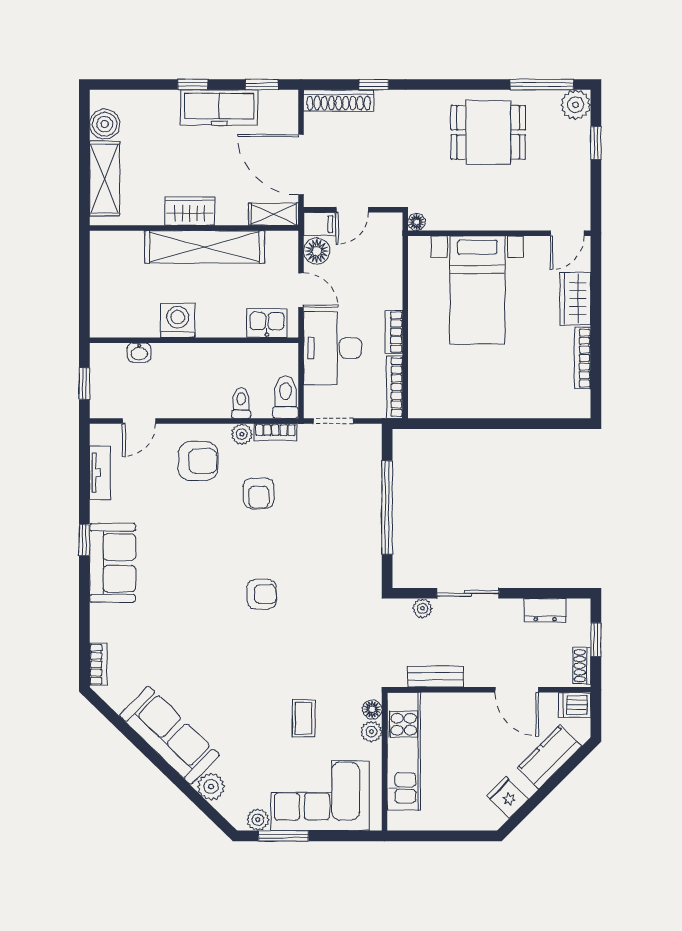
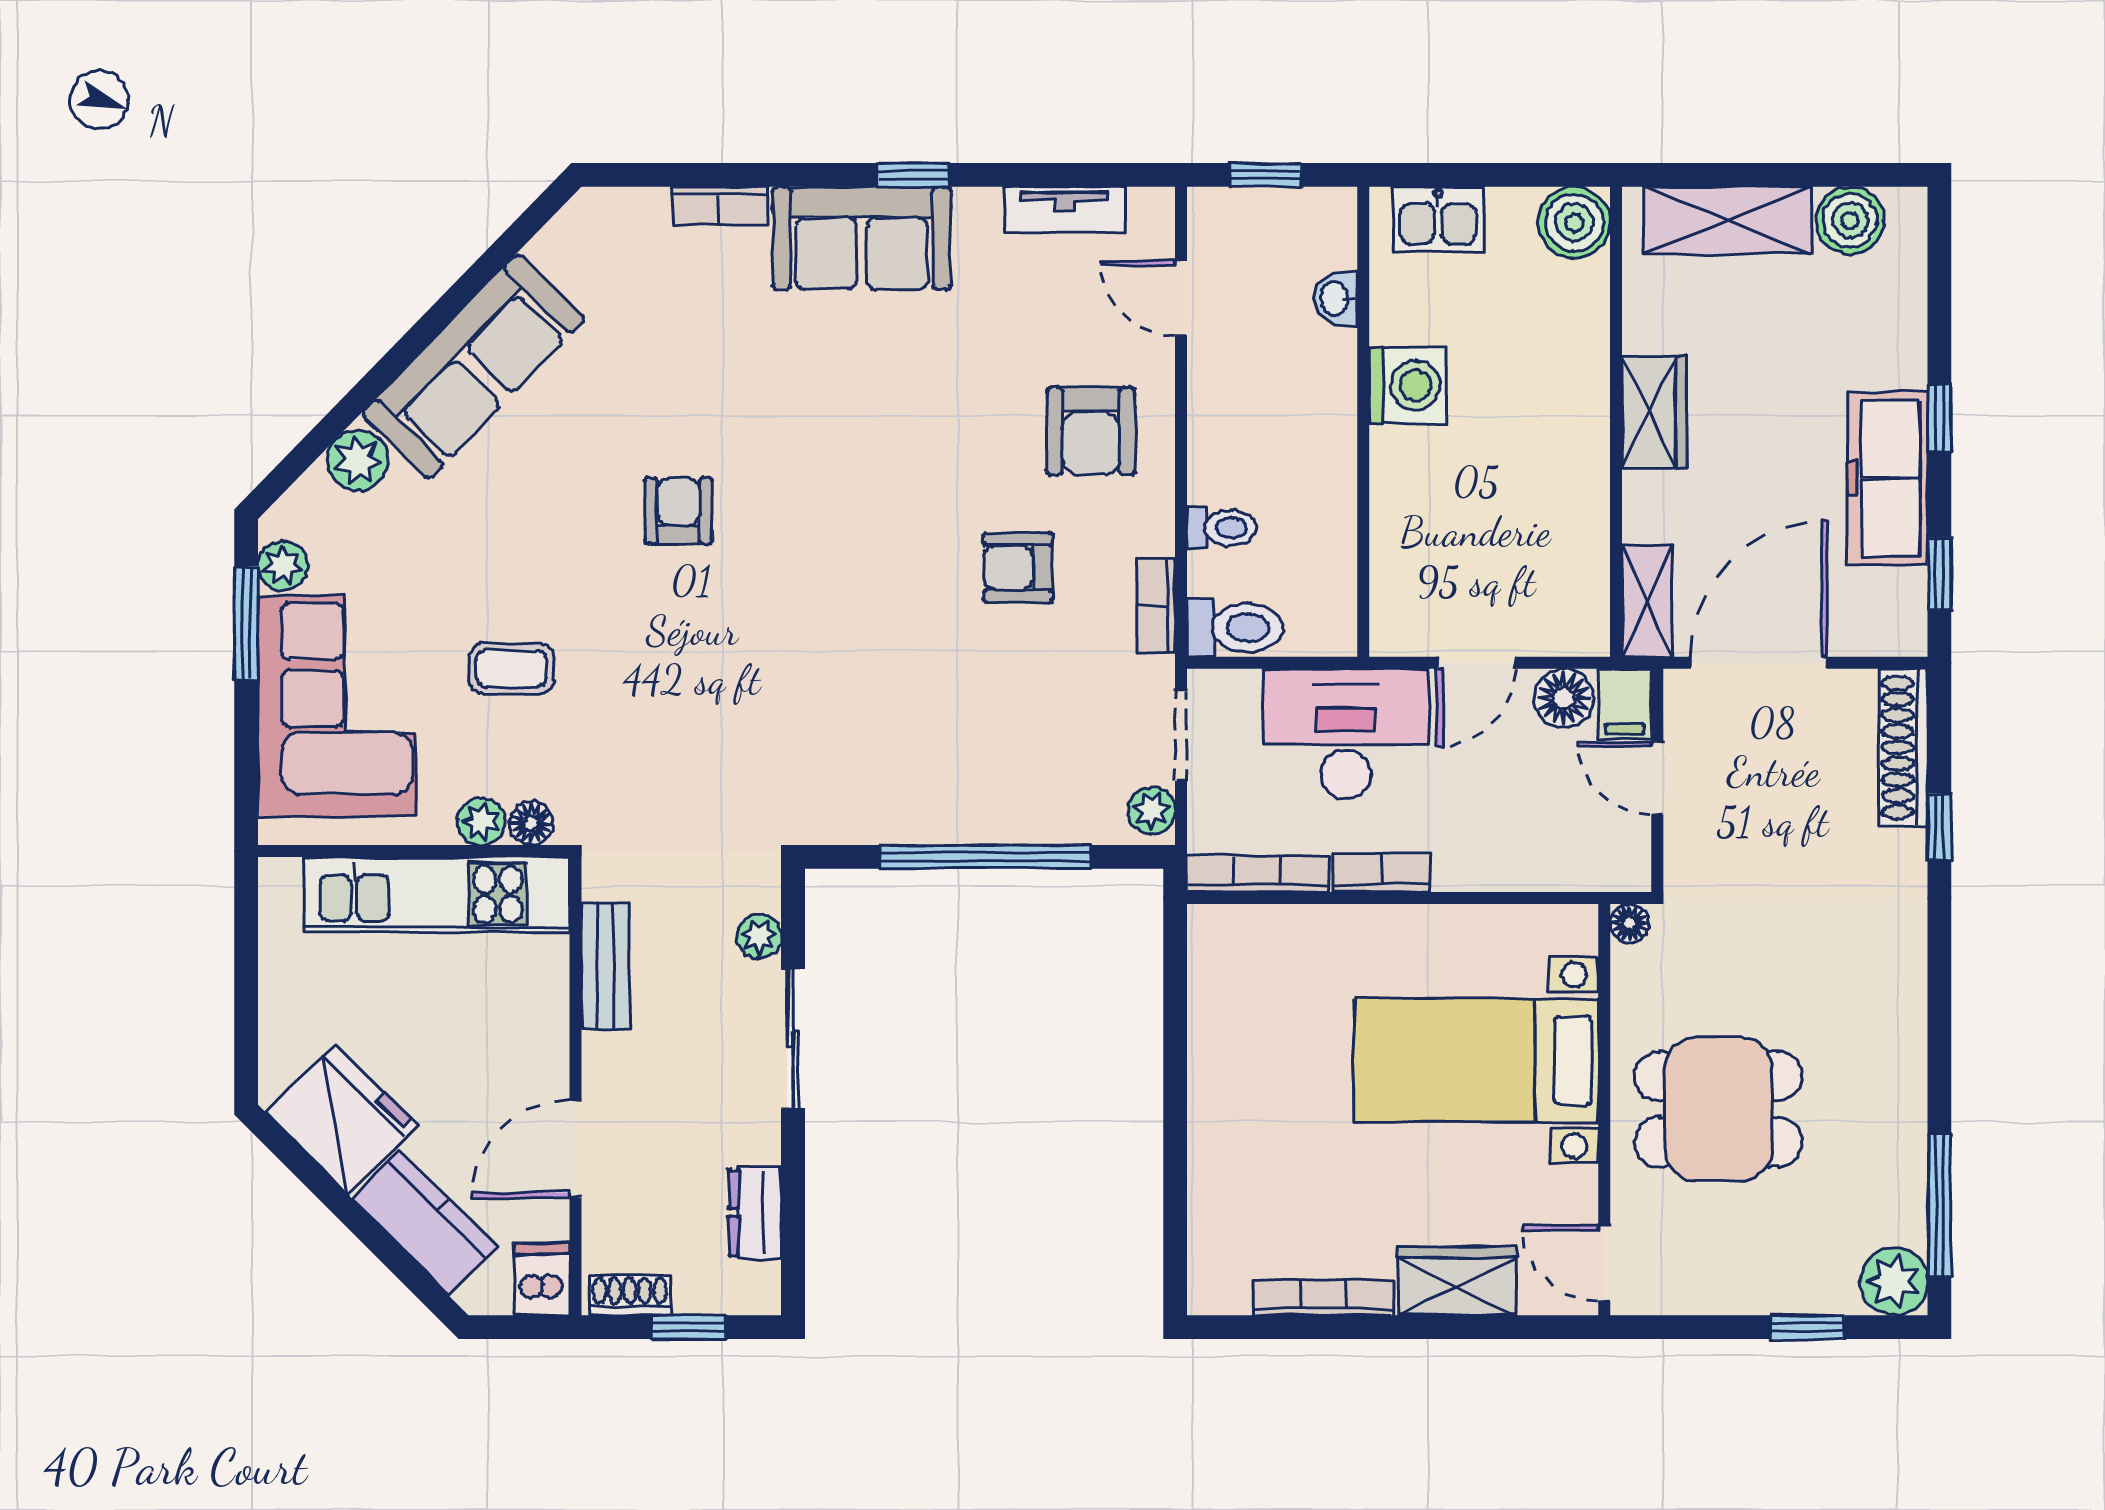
dining table: (488, 132) -> (1718, 1109), moved, turned 90
boiler: (106, 247) -> (1574, 223), added
shelving: (205, 247) -> (1573, 446), removed
kitchen sink: (267, 323) -> (1438, 219), moved, turned 90
plant: (242, 434) -> (1152, 810), moved
armchair: (262, 594) -> (679, 511), moved, turned 180
bookcase: (98, 664) -> (720, 206), moved
fridge: (507, 797) -> (342, 1119), width x1.88, depth x1.34

